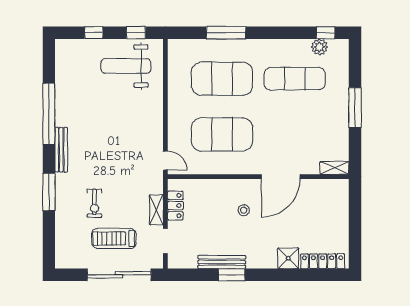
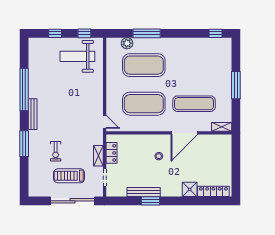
plant: (319, 47) -> (127, 43), moved
exercise mat: (295, 79) -> (194, 104), moved

